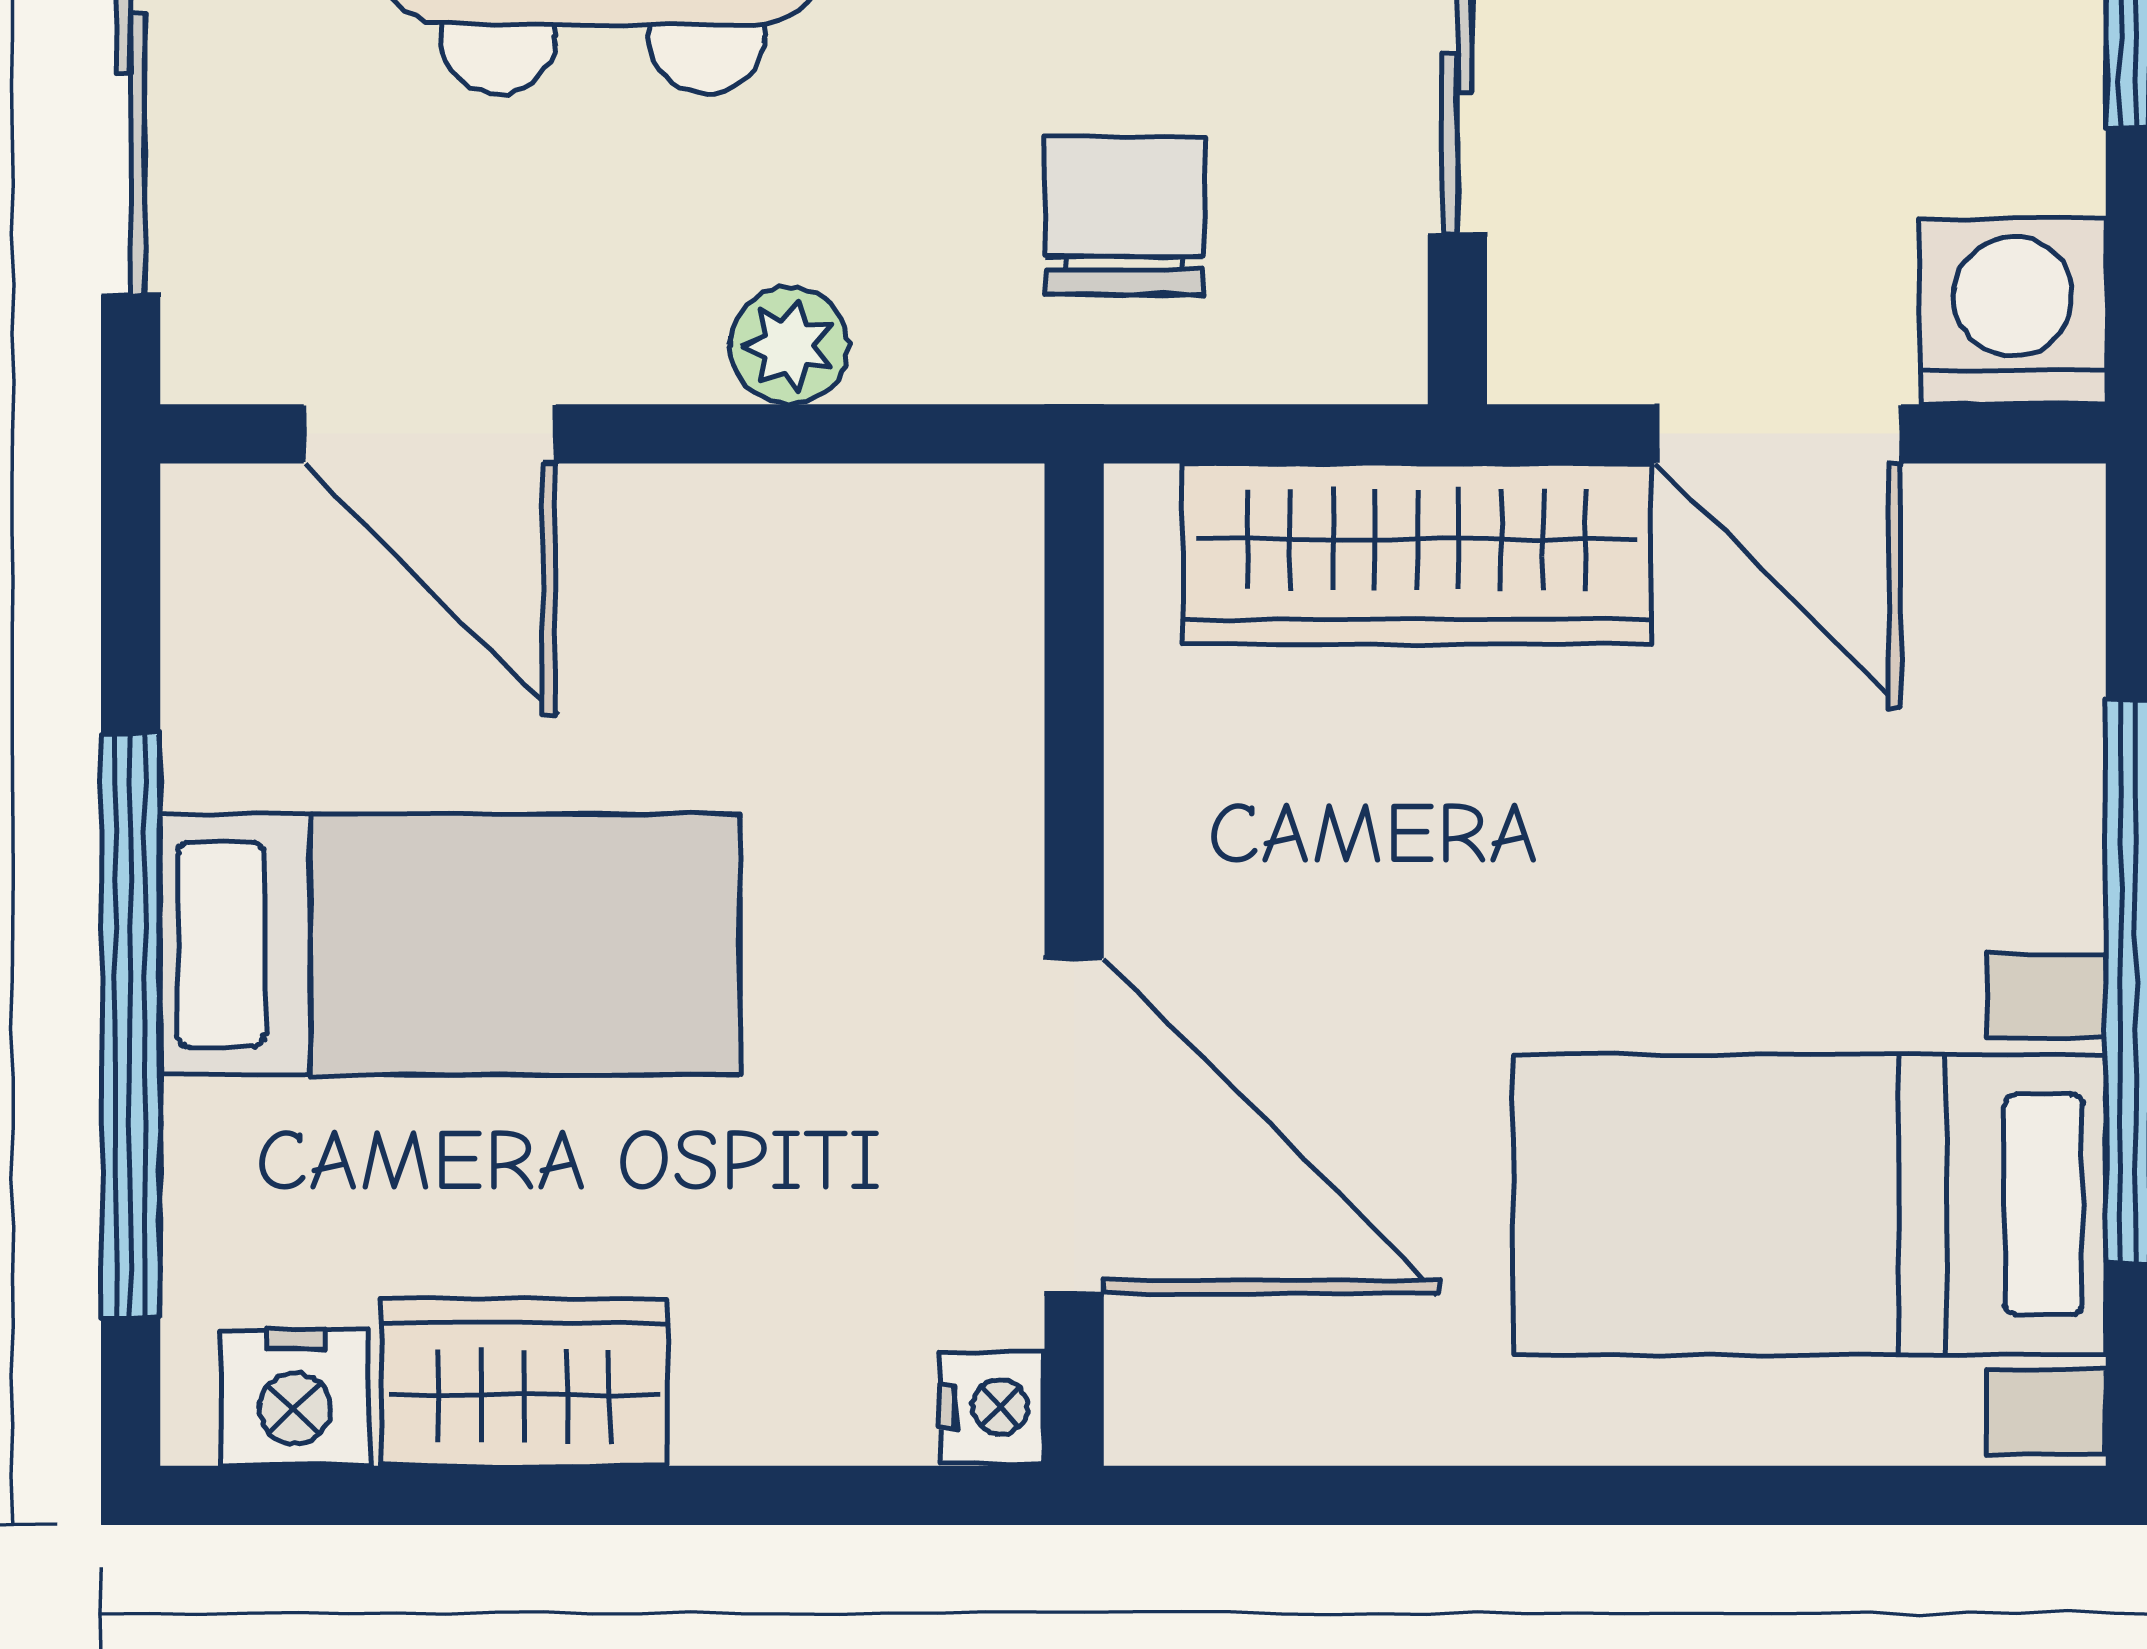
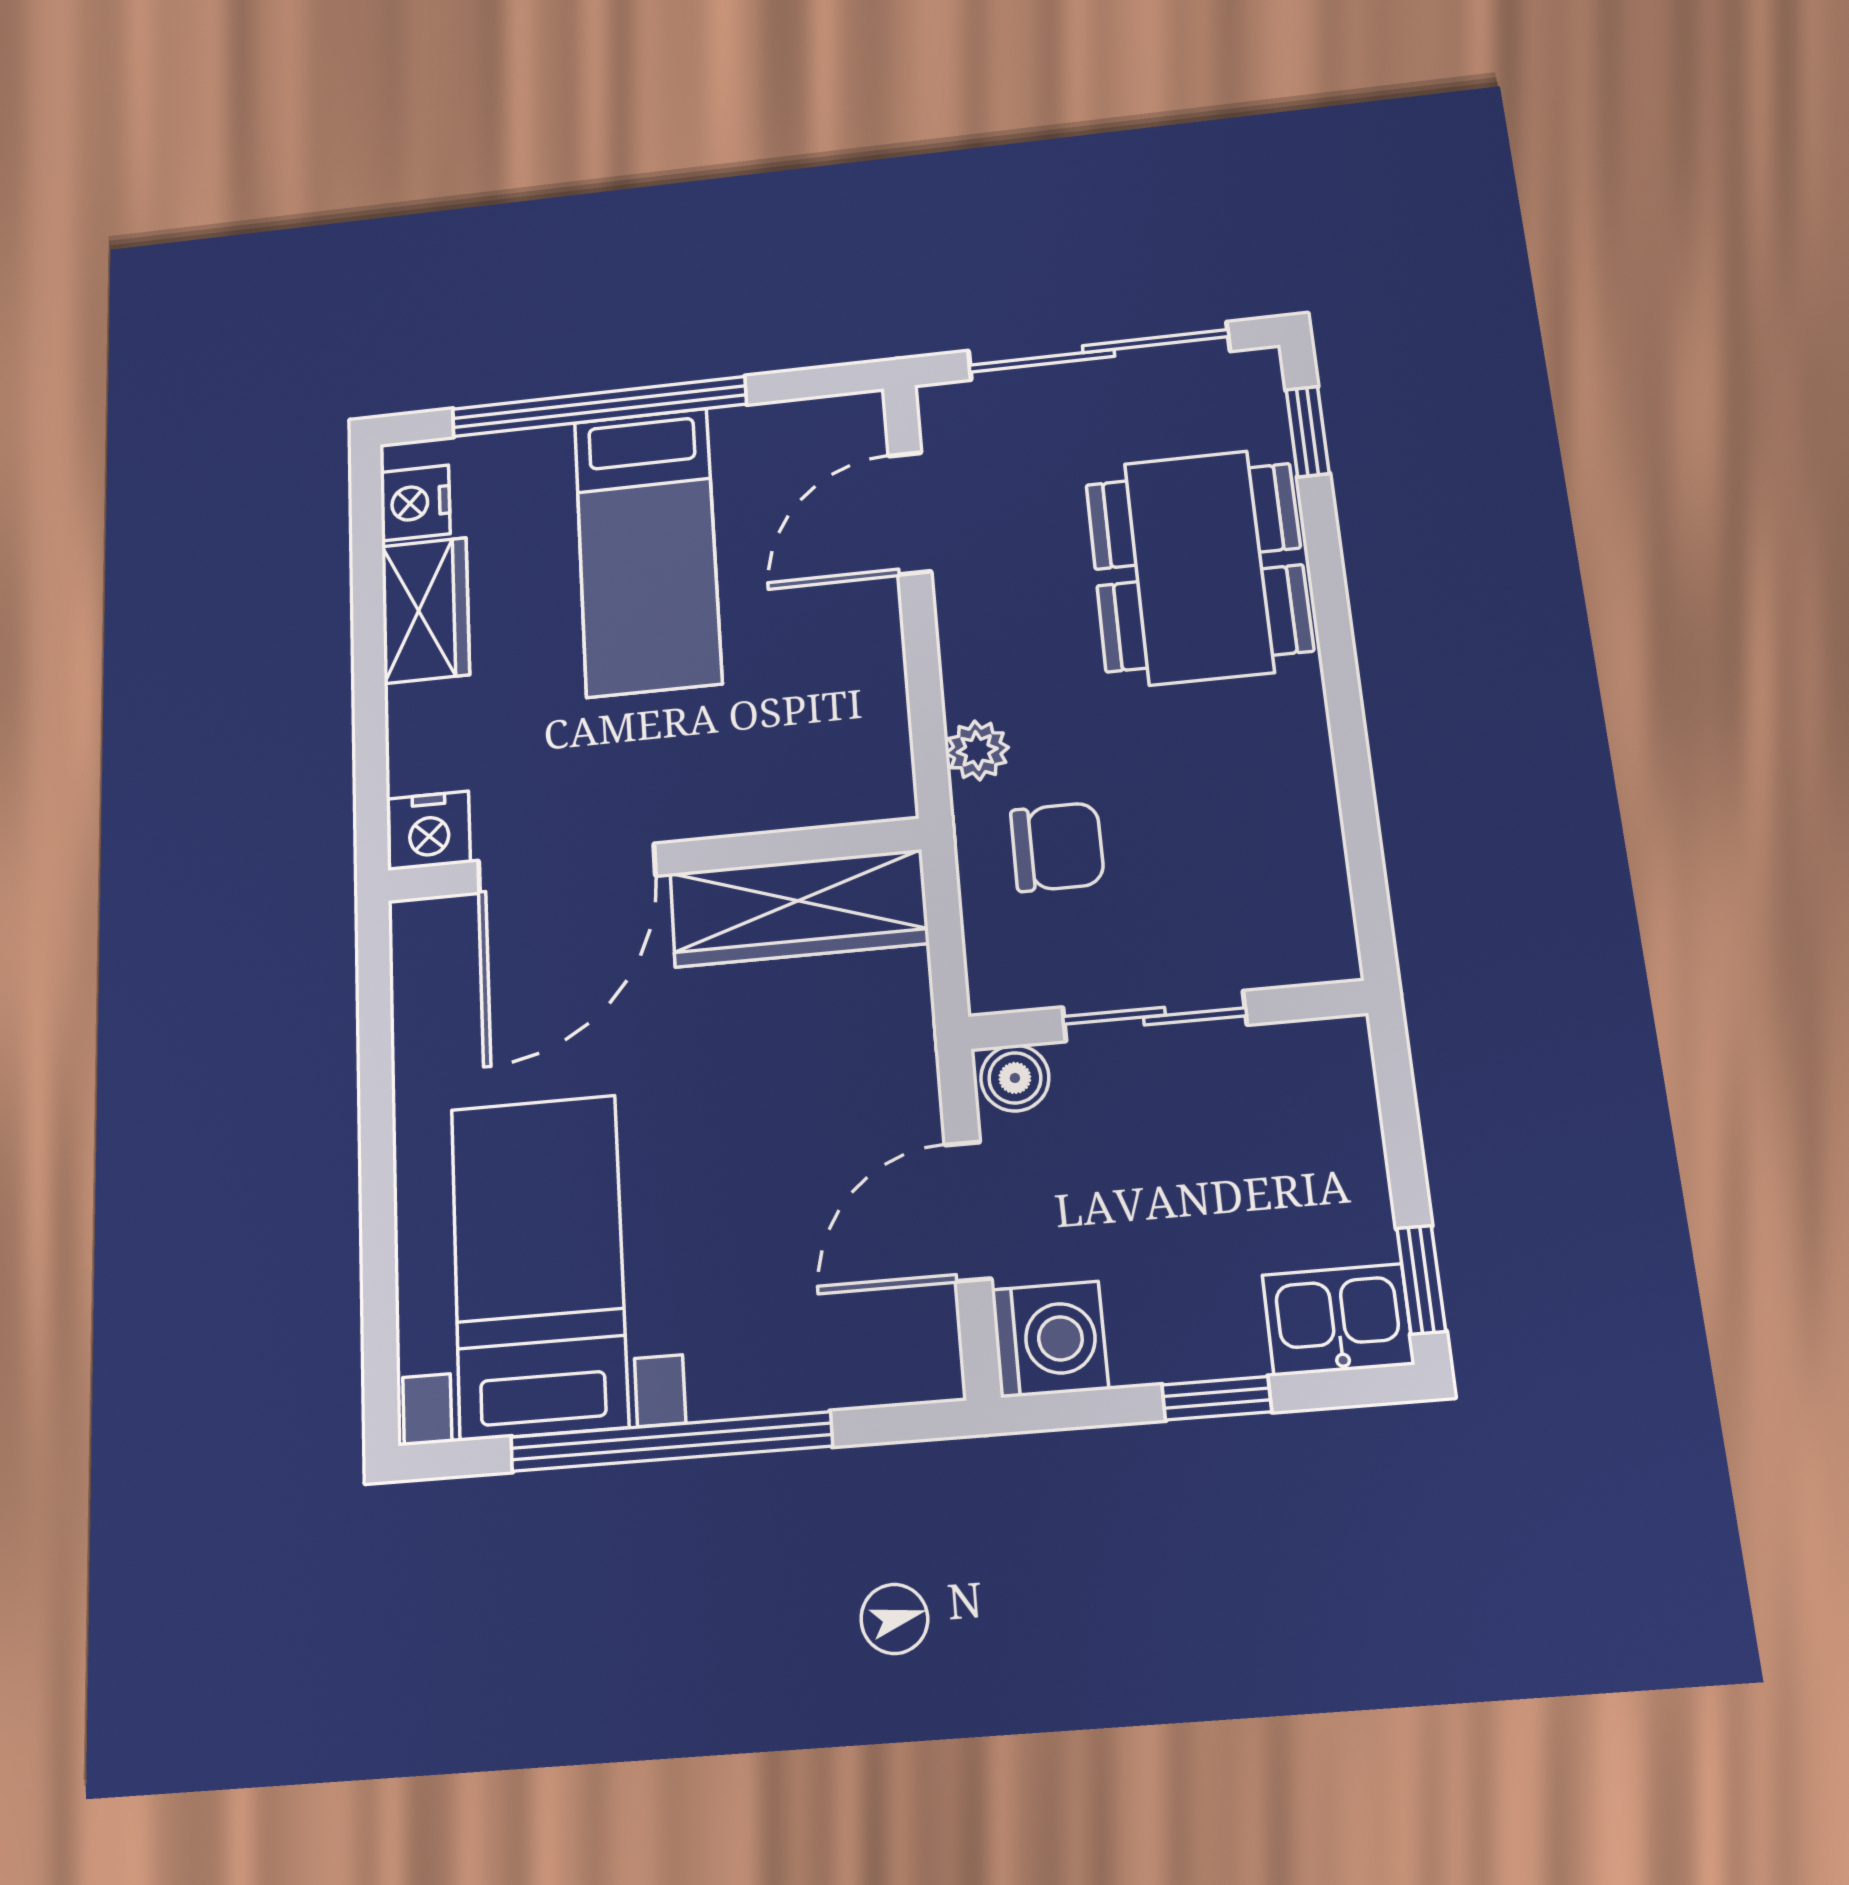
boiler: (1547, 331) -> (1015, 1078), added
plant: (789, 346) -> (977, 750), moved
wardrobe: (1417, 554) -> (799, 908), moved, turned -90
nightstand: (992, 1407) -> (429, 831), width x1.39, depth x1.35

